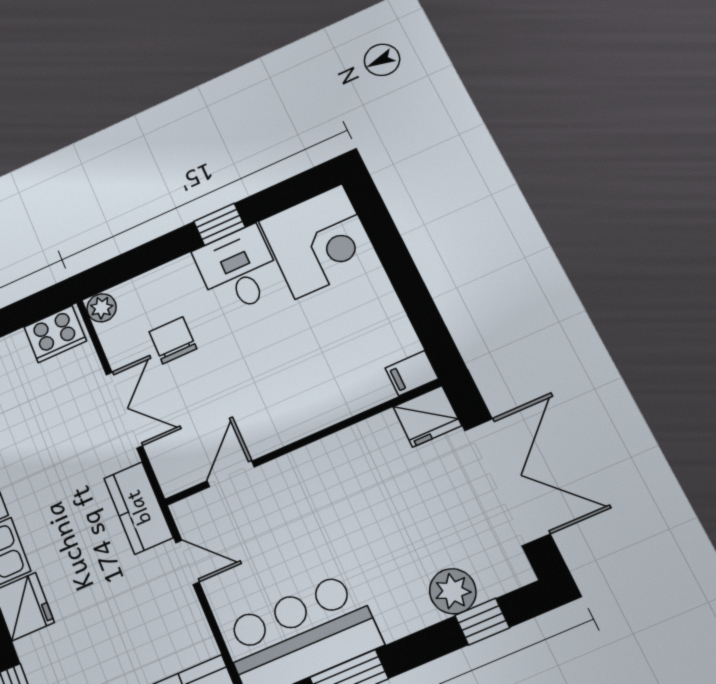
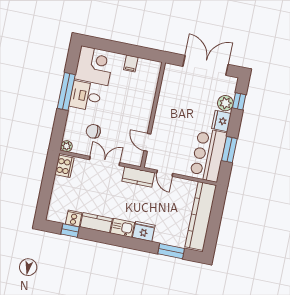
window: (219, 224) -> (66, 91), width x2.17
filing cabinet: (412, 373) -> (131, 63), moved
fridge: (427, 416) -> (221, 121), moved, turned 180
door: (187, 562) -> (165, 173), swing flipped

